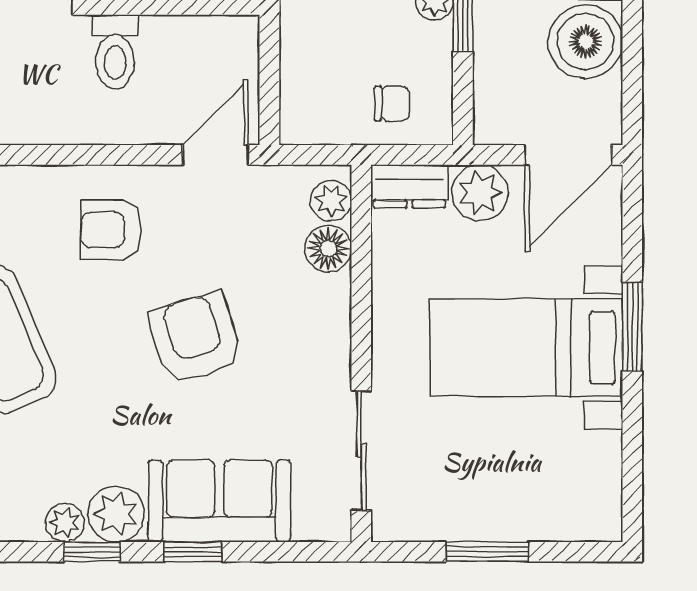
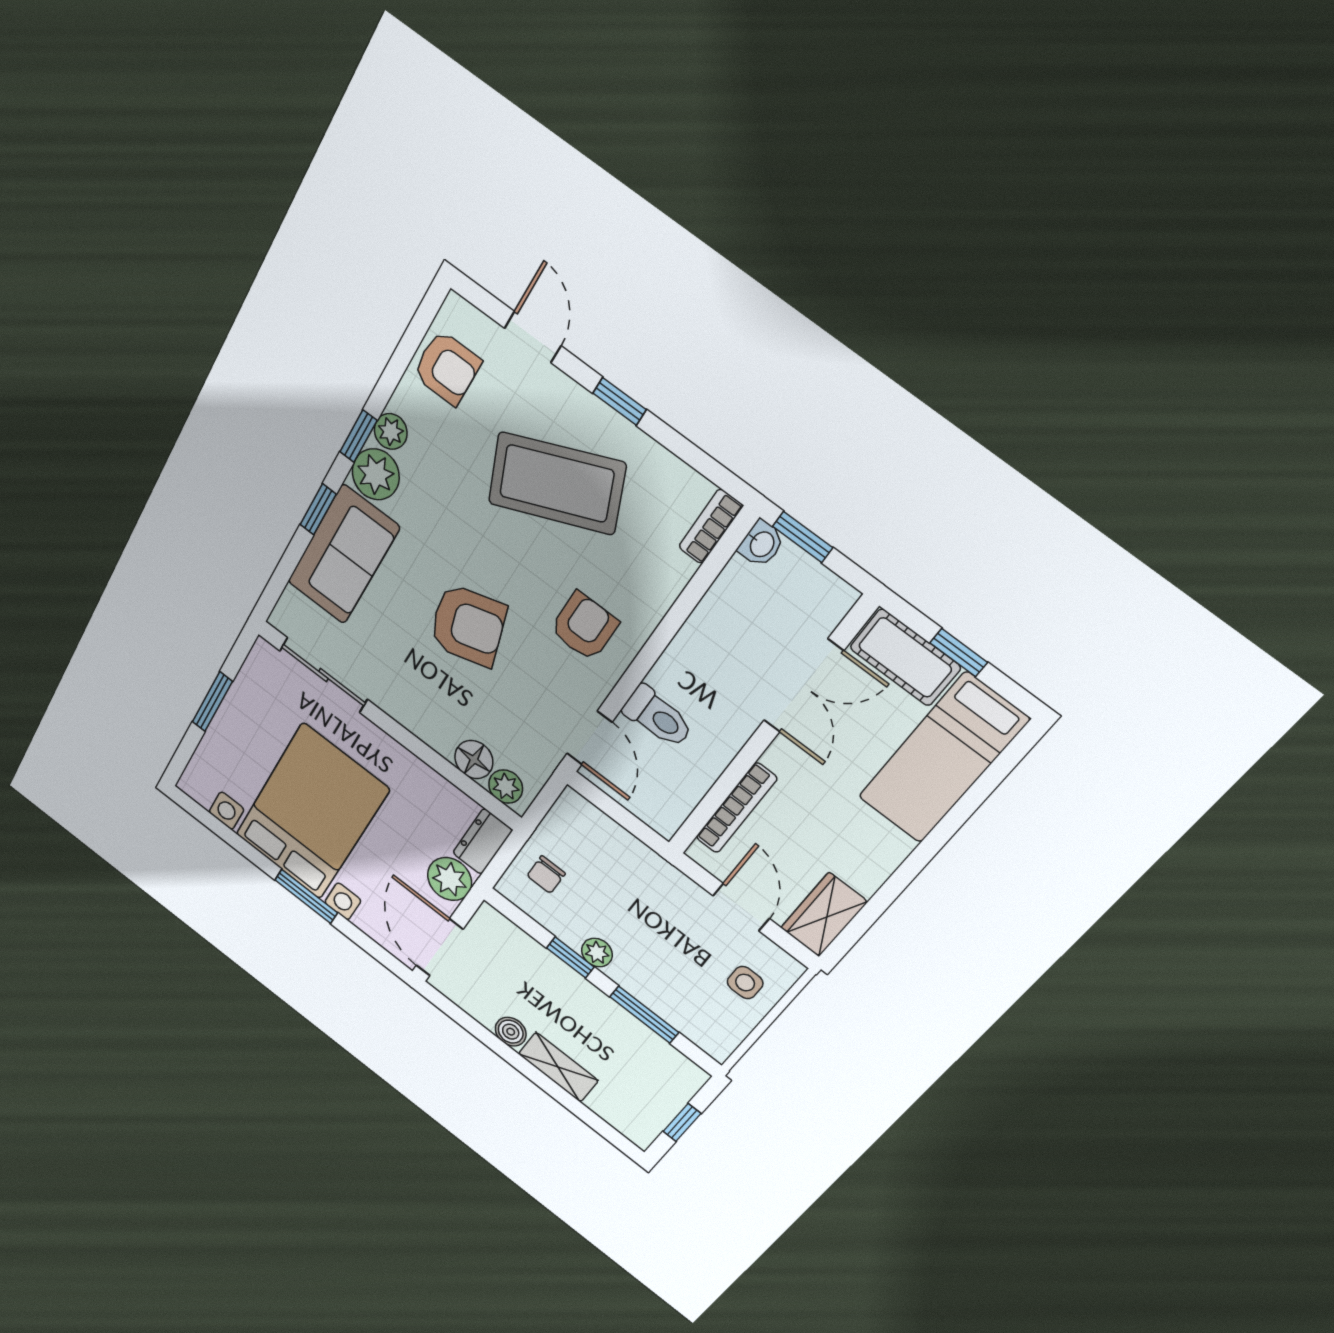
boiler: (585, 41) -> (511, 1032), width x0.54, depth x0.54
toilet: (115, 52) -> (658, 717), moved, turned 180
bed with nightstands: (526, 348) -> (312, 812), width x1.36

